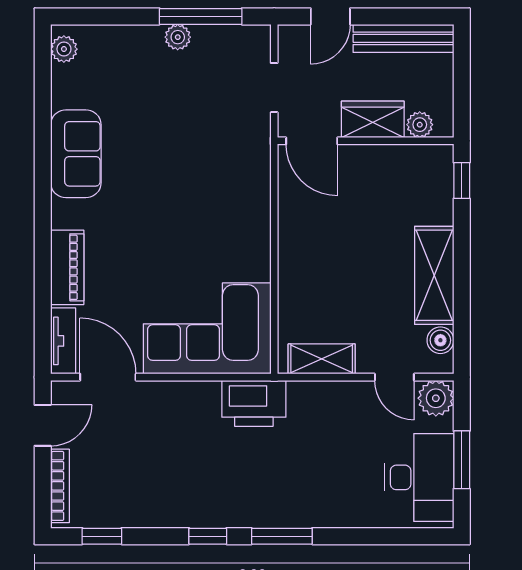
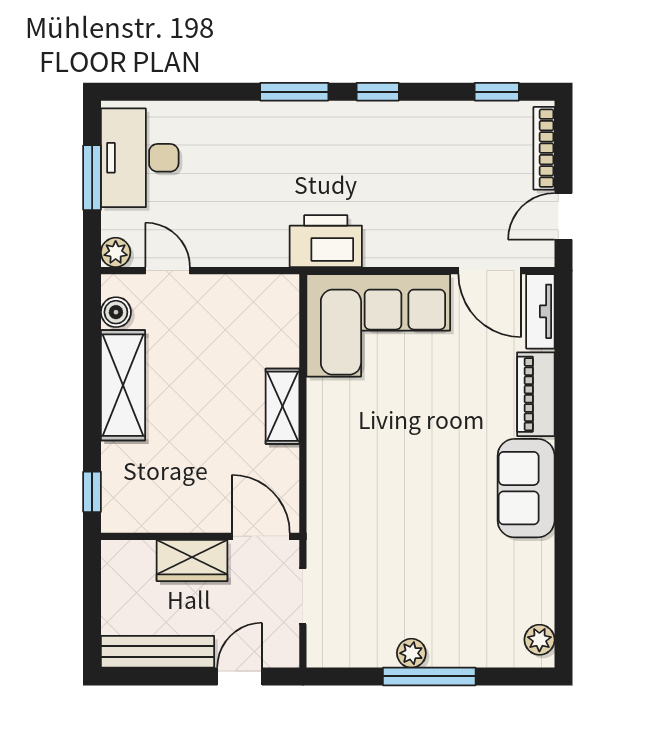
window: (201, 16) -> (429, 676), moved
plant: (420, 125) -> (139, 555), removed
sofa: (76, 154) -> (526, 488), moved
shelving: (322, 359) -> (282, 406), moved, turned 90
plant: (436, 398) -> (116, 252), width x0.73, depth x0.73

